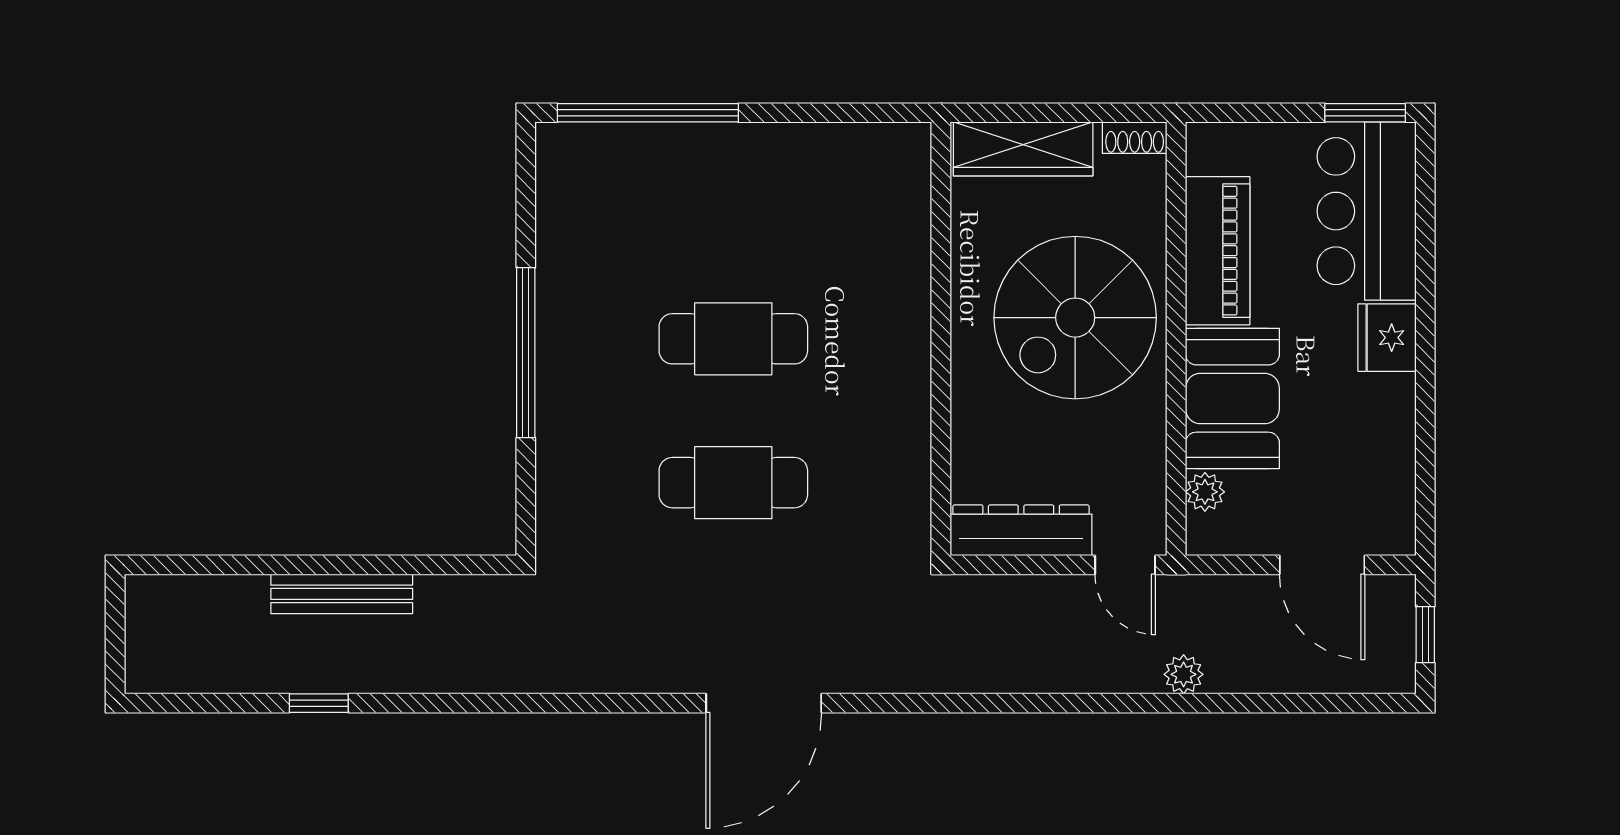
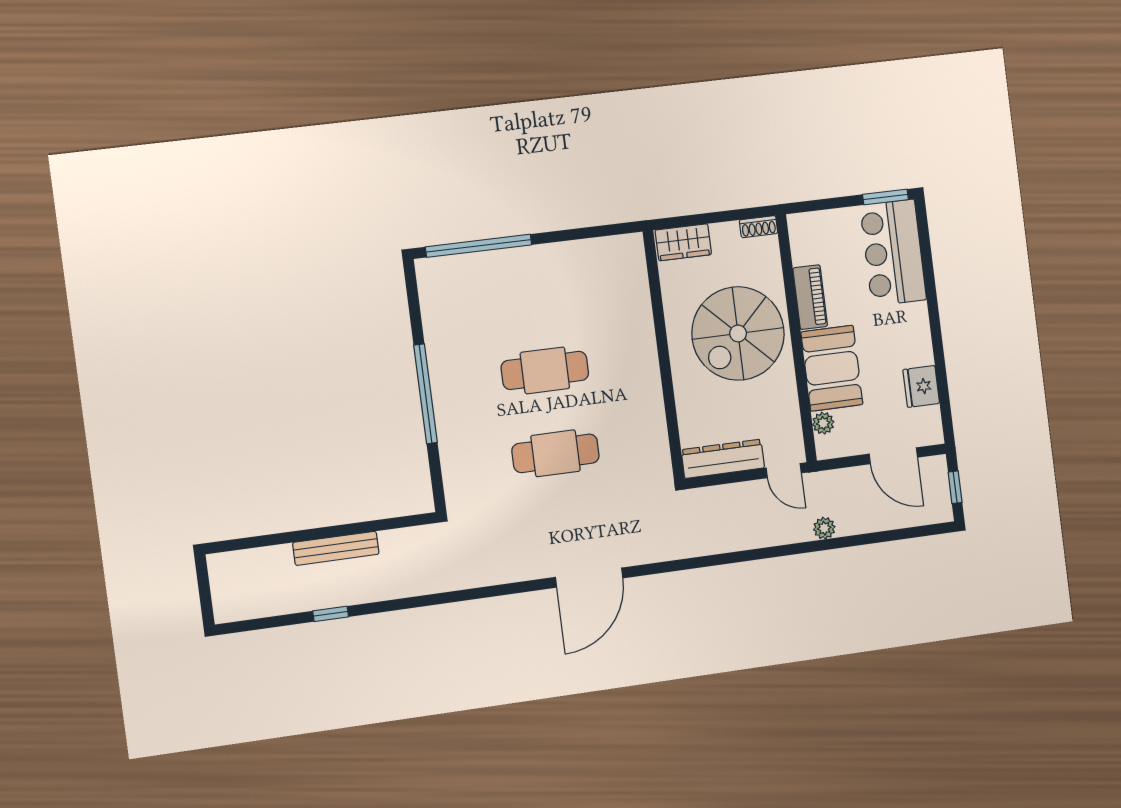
wardrobe: (1023, 149) -> (683, 242), width x0.67
piano: (1218, 251) -> (810, 297), width x0.73, depth x0.75
fridge: (1387, 338) -> (921, 386), moved

